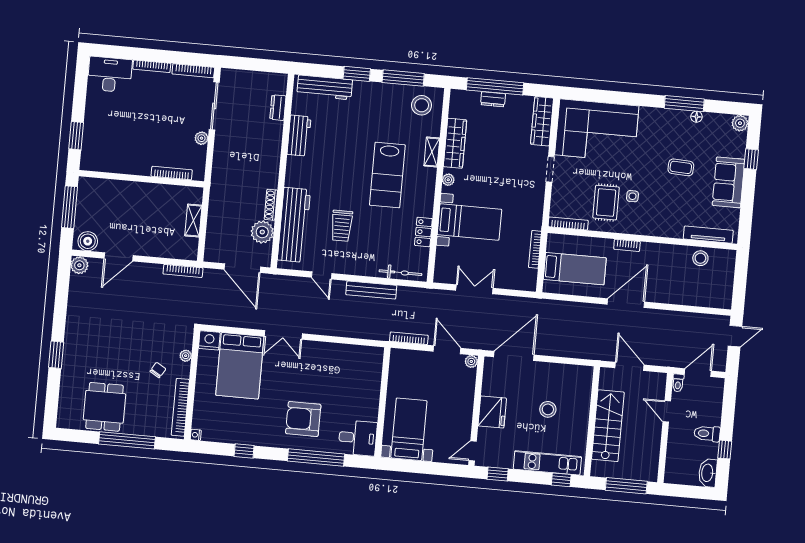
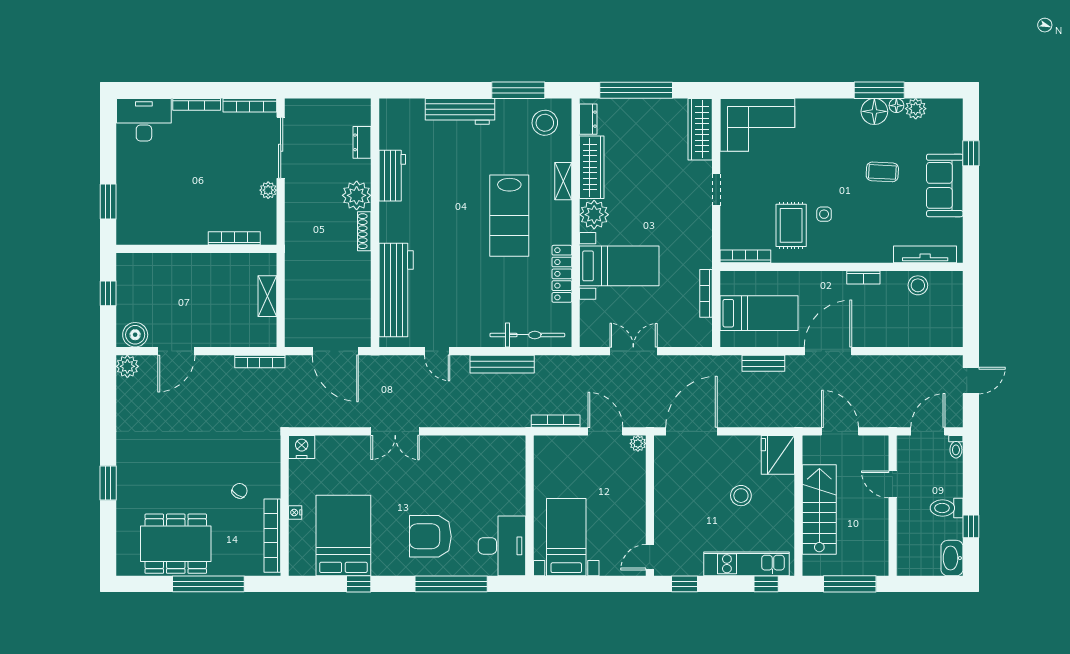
window: (357, 74) -> (459, 90), removed
workbench: (325, 87) -> (460, 111), moved
dresser: (493, 99) -> (588, 119), moved, turned -90
floor lamp: (679, 120) -> (874, 111), added
plant: (740, 123) -> (916, 109), moved
corner sofa: (597, 130) -> (757, 125), width x0.73, depth x0.74
plant: (448, 180) -> (594, 215), width x1.87, depth x1.87
shoe rack: (271, 205) -> (364, 231), moved
window: (70, 207) -> (108, 293), width x0.46
trolley: (342, 226) -> (457, 286), removed
plant: (262, 232) -> (357, 195), moved
locker: (423, 232) -> (562, 274), width x1.53
bookcase: (627, 245) -> (863, 277), moved
bicycle: (400, 273) -> (527, 335), width x1.37, depth x1.40
bench: (575, 308) -> (763, 363), added
plant: (186, 356) -> (273, 469), removed
bed: (240, 366) -> (343, 535), moved, turned 180
toilet: (678, 383) -> (956, 447), moved
dining table: (104, 407) -> (176, 544), width x1.38
fridge: (492, 412) -> (778, 455), moved, turned 180
nightstand: (196, 435) -> (295, 512), moved
desk: (358, 438) -> (502, 546), width x1.37

